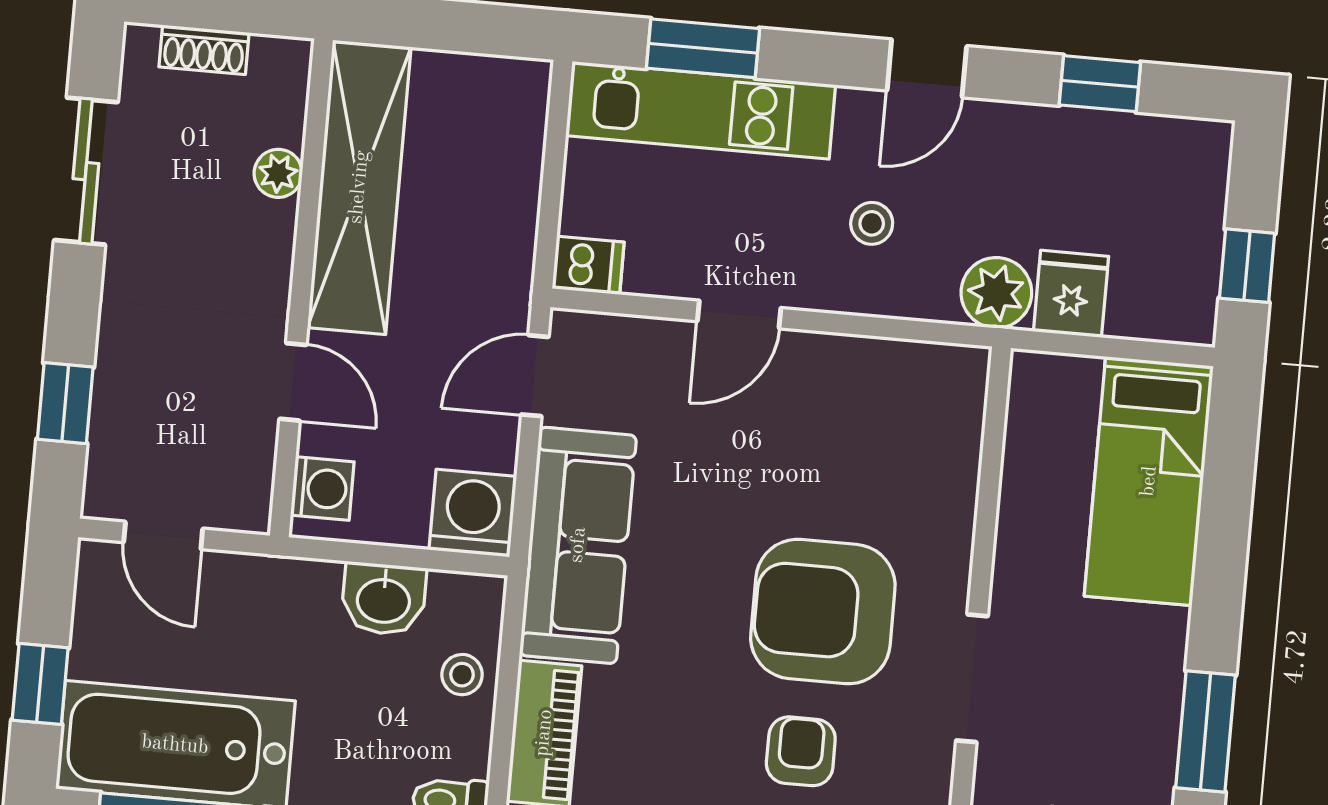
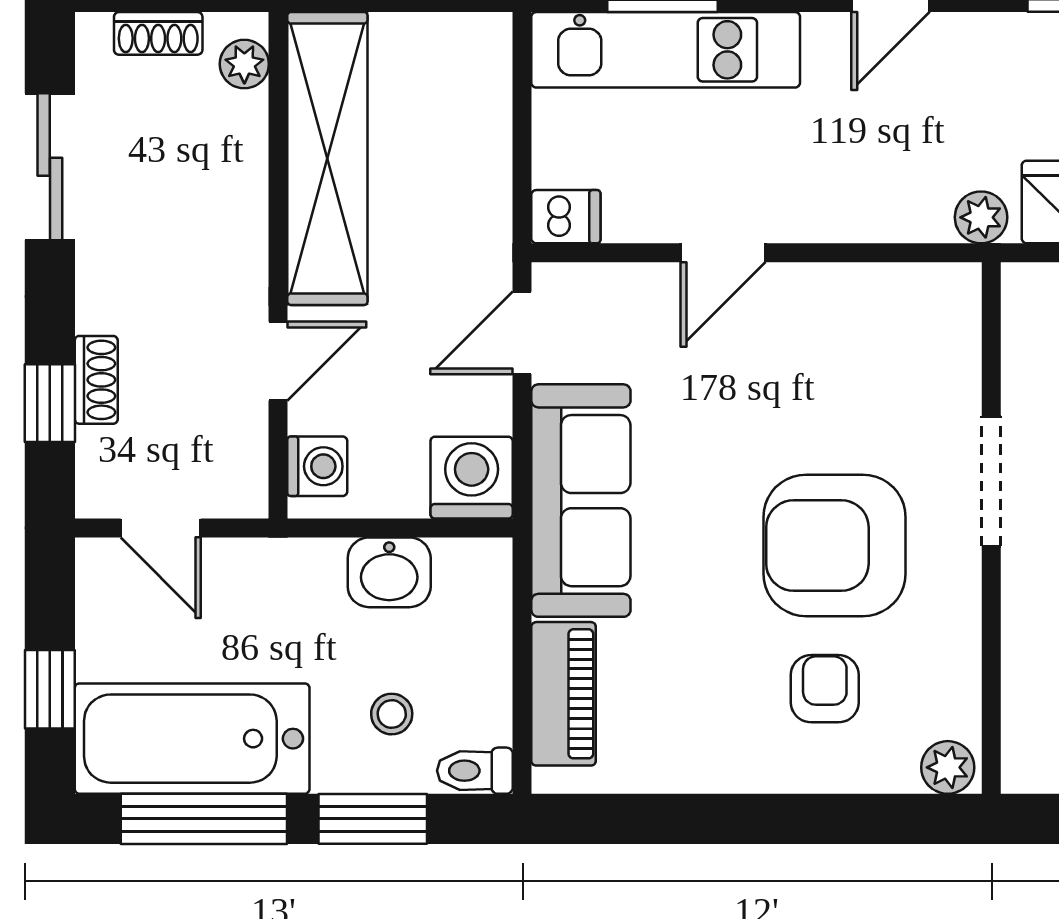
plant: (278, 173) -> (244, 64), moved
stool: (872, 223) -> (849, 149), removed
plant: (996, 293) -> (981, 217), width x0.73, depth x0.73
door: (293, 382) -> (278, 361), hinge flipped
shoe rack: (113, 384) -> (96, 380), added
stool: (462, 675) -> (392, 714), moved
doorway: (972, 678) -> (991, 481), moved

